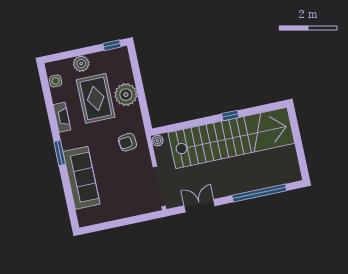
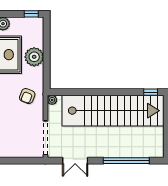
window: (230, 116) -> (151, 92), moved
armchair: (127, 142) -> (27, 96), turned -62
double door: (200, 206) -> (75, 161), swing flipped

